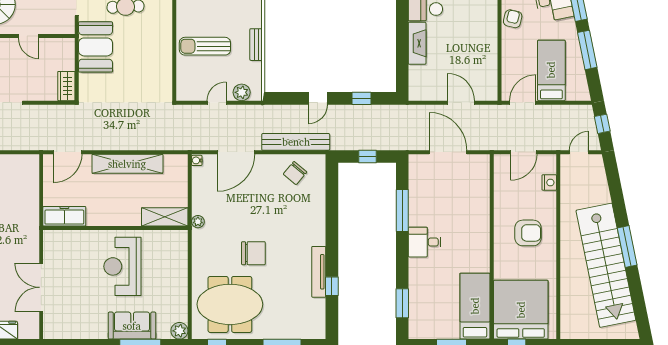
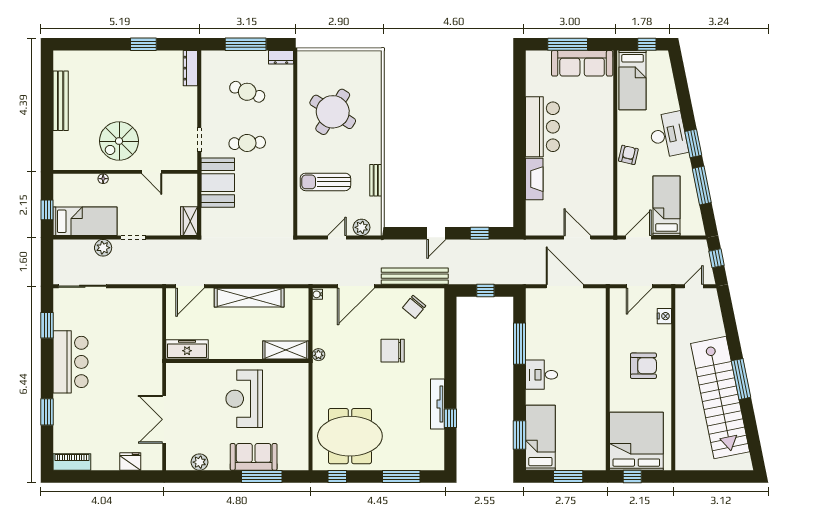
chair: (253, 253) -> (393, 351), moved, turned 180
bed: (475, 306) -> (540, 438), moved
plant: (179, 331) -> (199, 462), moved

